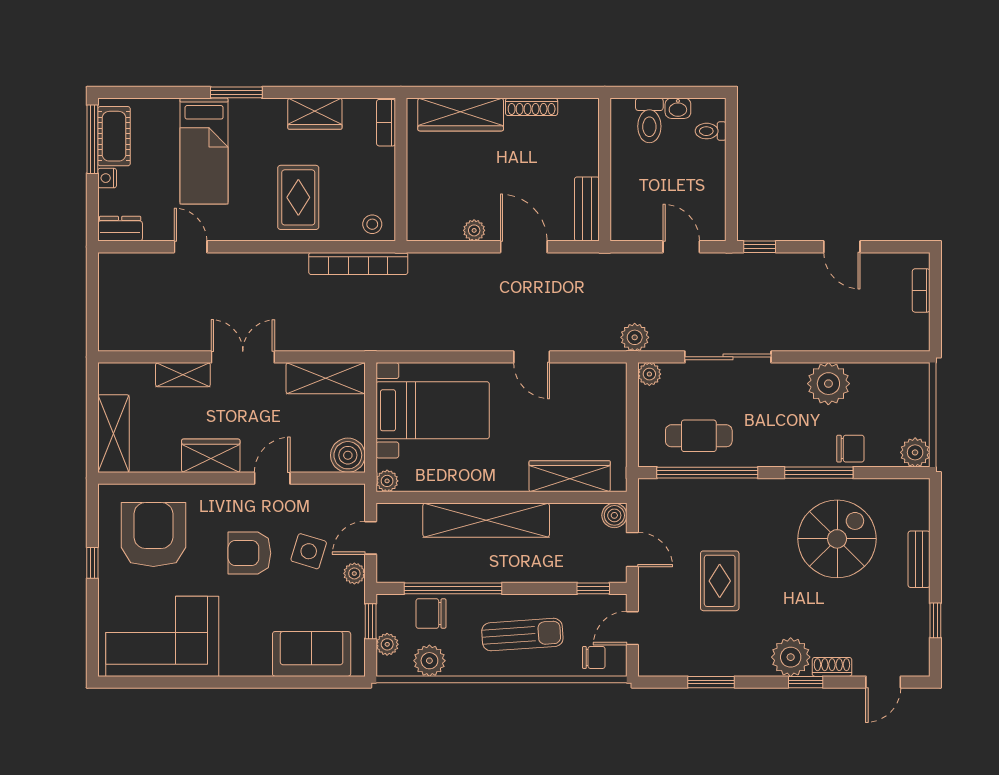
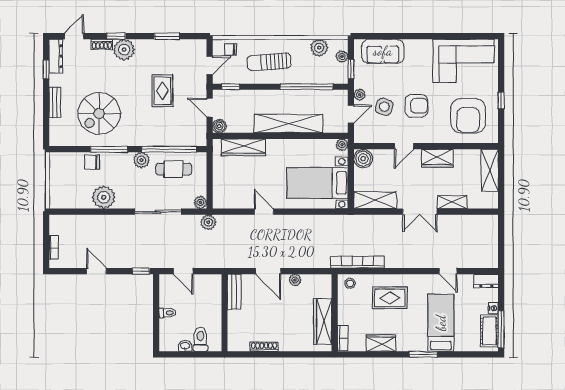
wardrobe: (461, 114) -> (323, 321), moved, turned -90
toilet: (711, 131) -> (167, 313), moved
rug: (298, 197) -> (390, 298), turned 90
plant: (915, 452) -> (141, 160), moved
chair: (431, 613) -> (318, 73), removed
dresser: (917, 645) -> (56, 56), added

